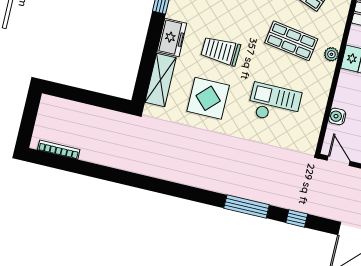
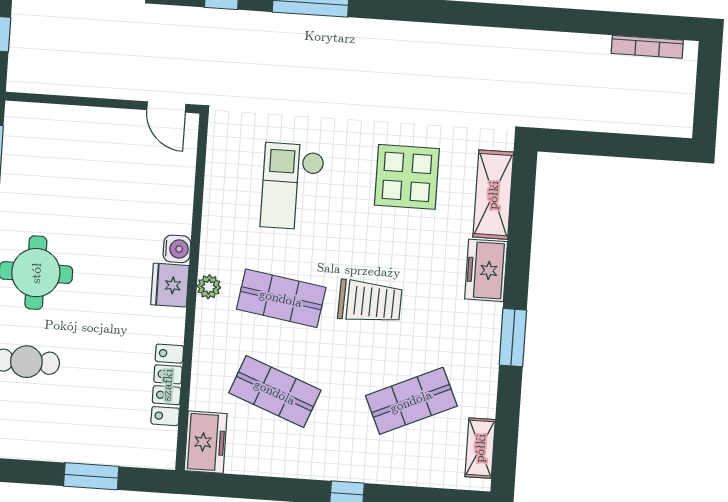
trolley: (221, 51) -> (370, 302), moved
checkout: (274, 104) -> (292, 186), turned 90
water cooler: (337, 116) -> (177, 249), moved

